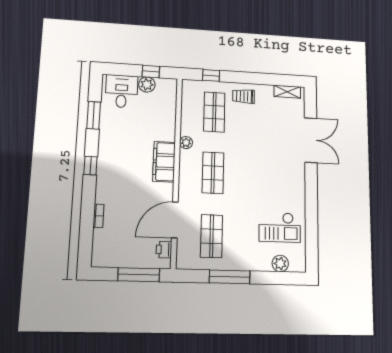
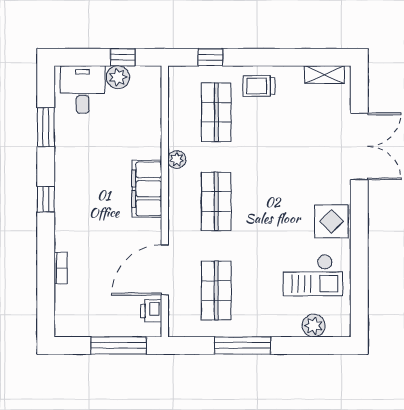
display table: (292, 190) -> (331, 221), added

